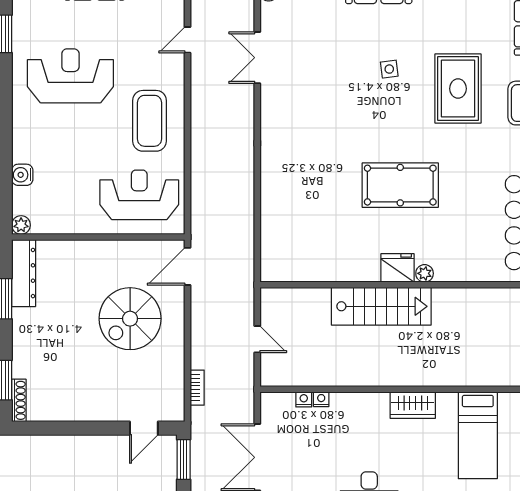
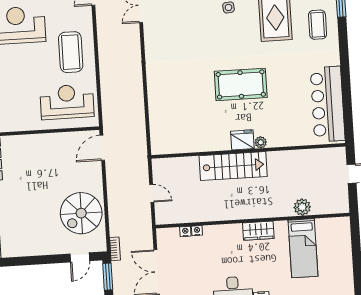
spiral stairs: (130, 319) -> (81, 213), moved
plant: (480, 374) -> (302, 207), added
bookcase: (197, 388) -> (115, 249), moved

